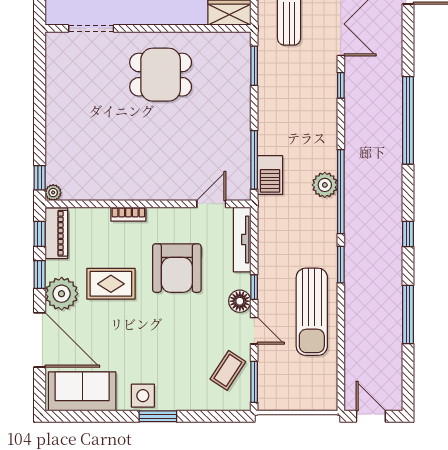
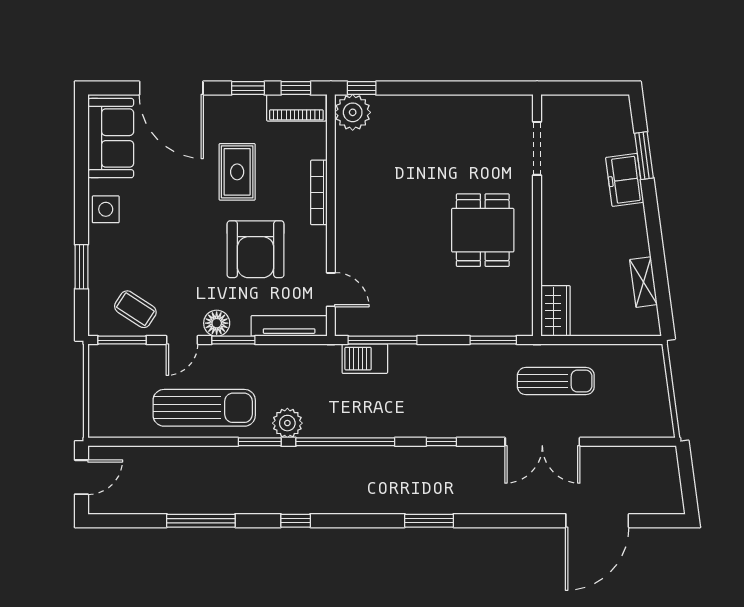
window: (341, 85) -> (441, 442), moved
window: (408, 120) -> (429, 521), width x0.47
plant: (325, 185) -> (287, 423), moved
plant: (53, 193) -> (353, 112), width x1.88, depth x1.88
bookcase: (128, 214) -> (319, 192), width x1.56
armchair: (177, 268) -> (256, 249), turned -90
window: (254, 287) -> (233, 340), width x1.50
plant: (62, 294) -> (225, 114), removed
sun lounger: (312, 312) -> (204, 408), turned 180
door: (40, 340) -> (171, 88), hinge flipped
window: (158, 416) -> (81, 267), moved

